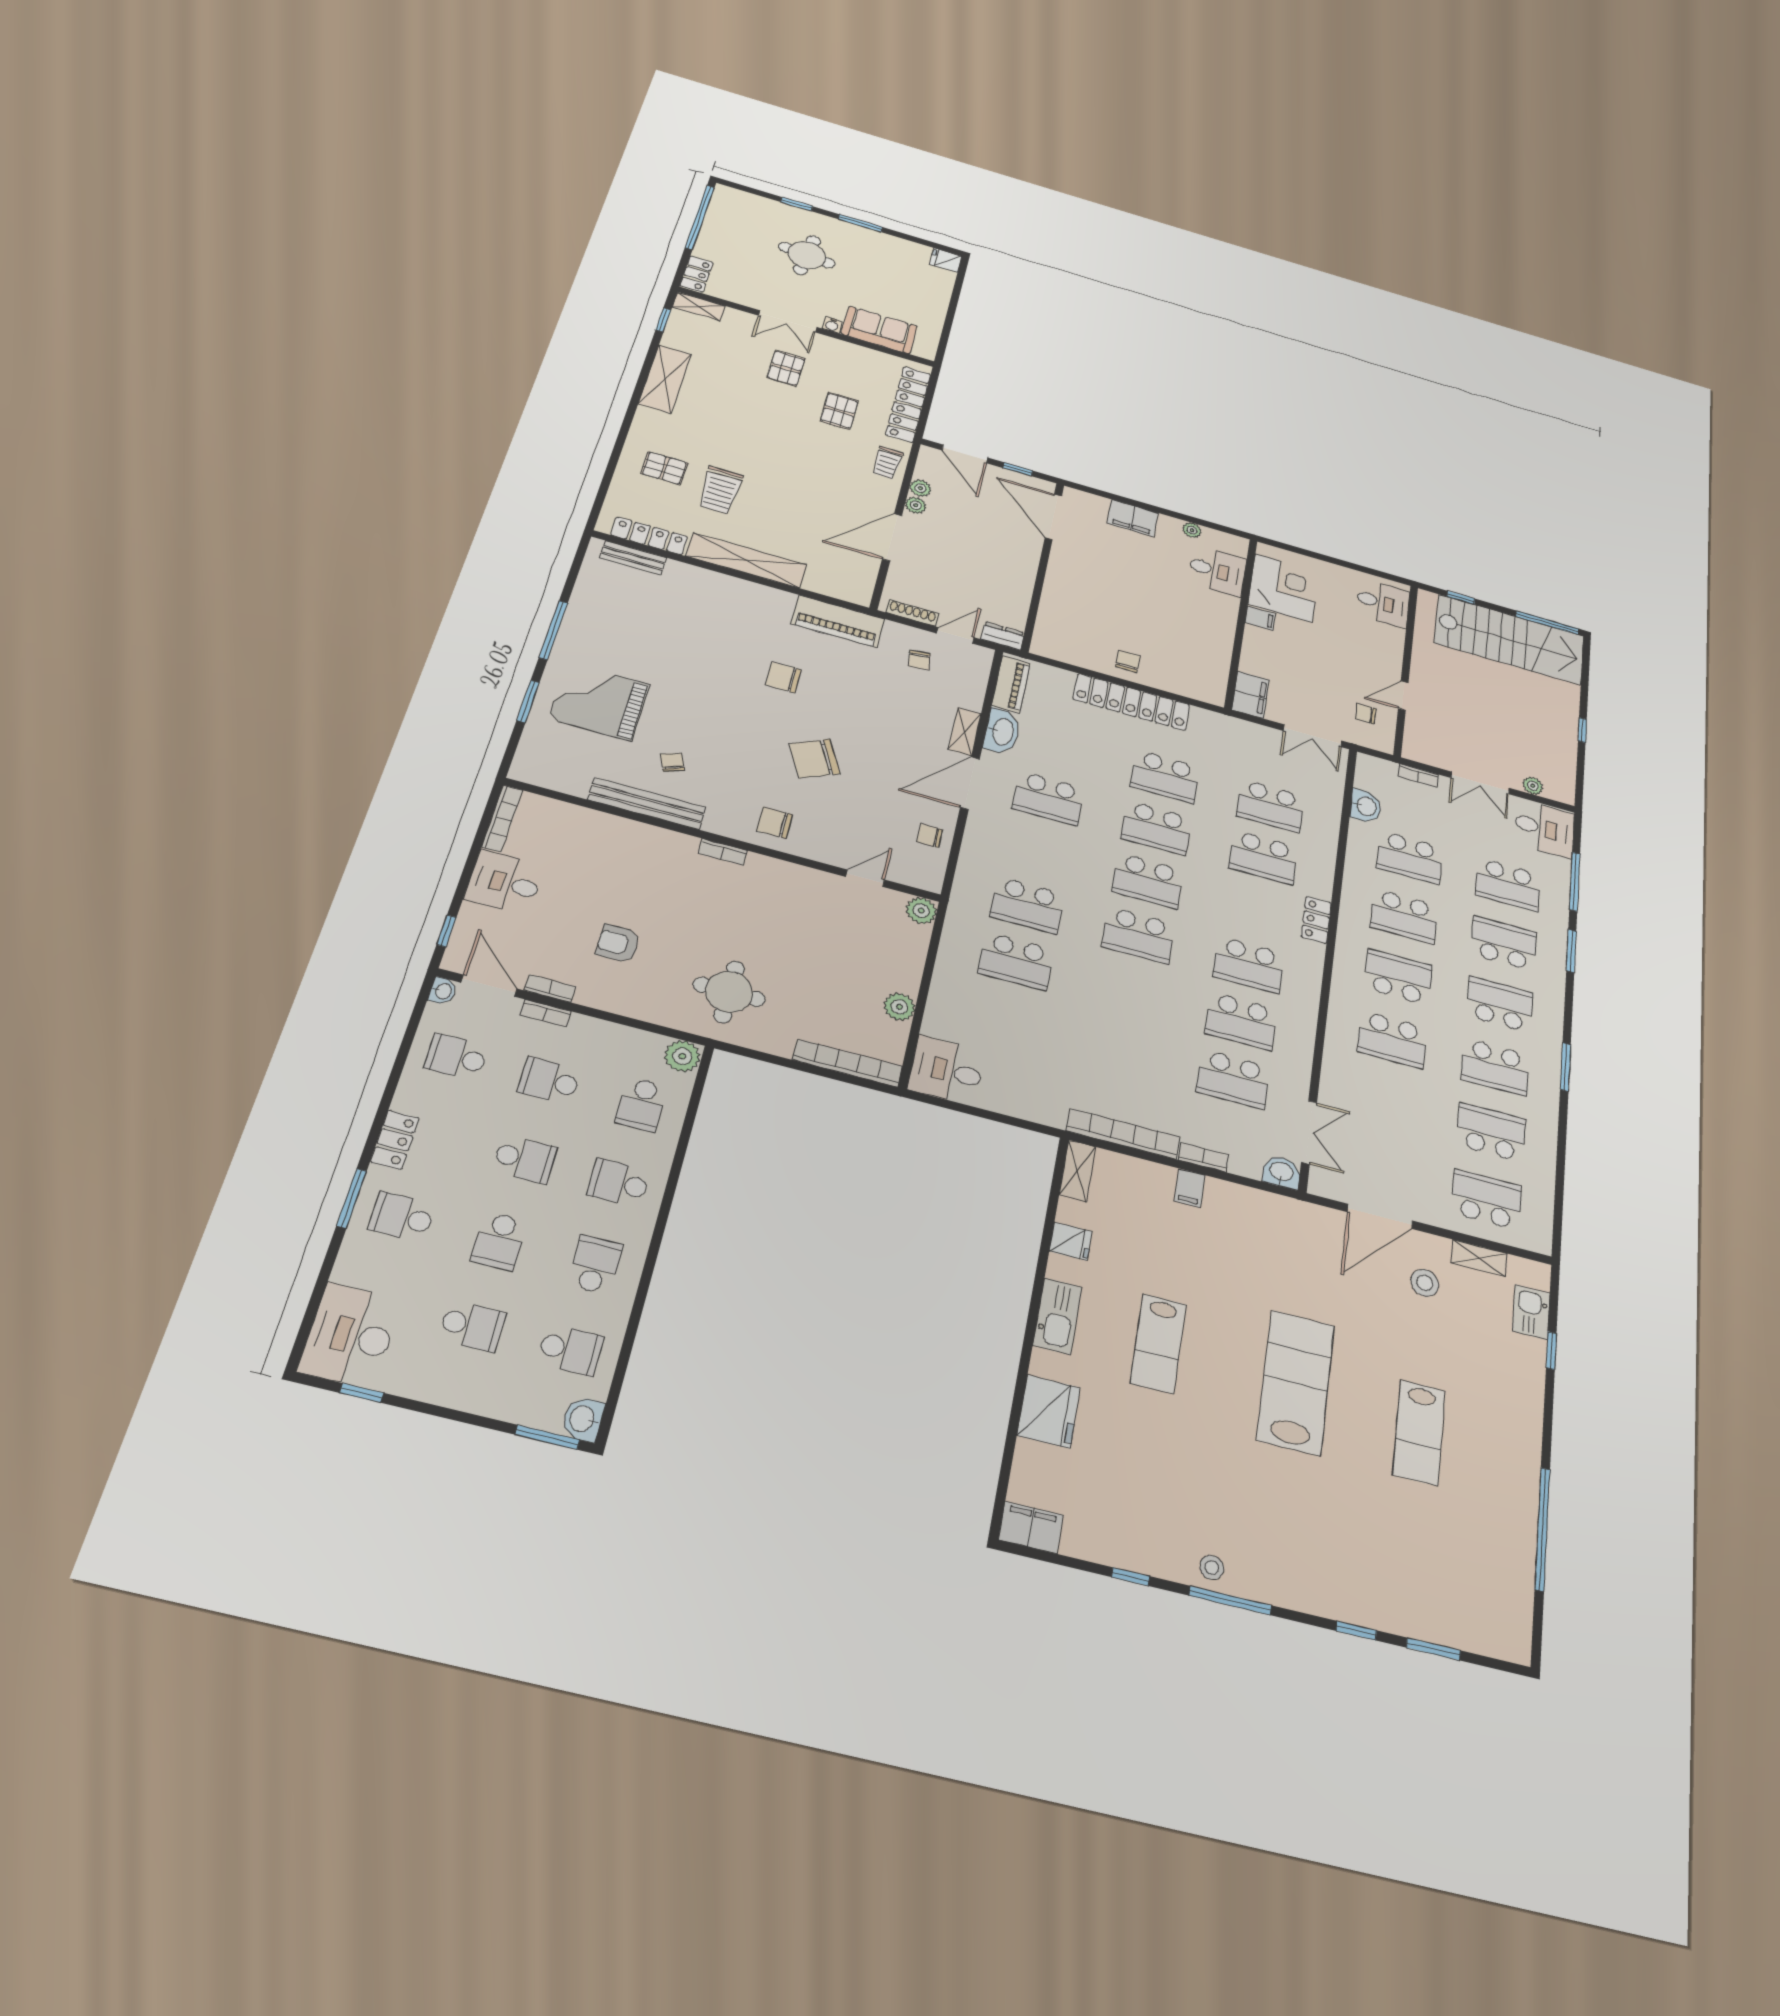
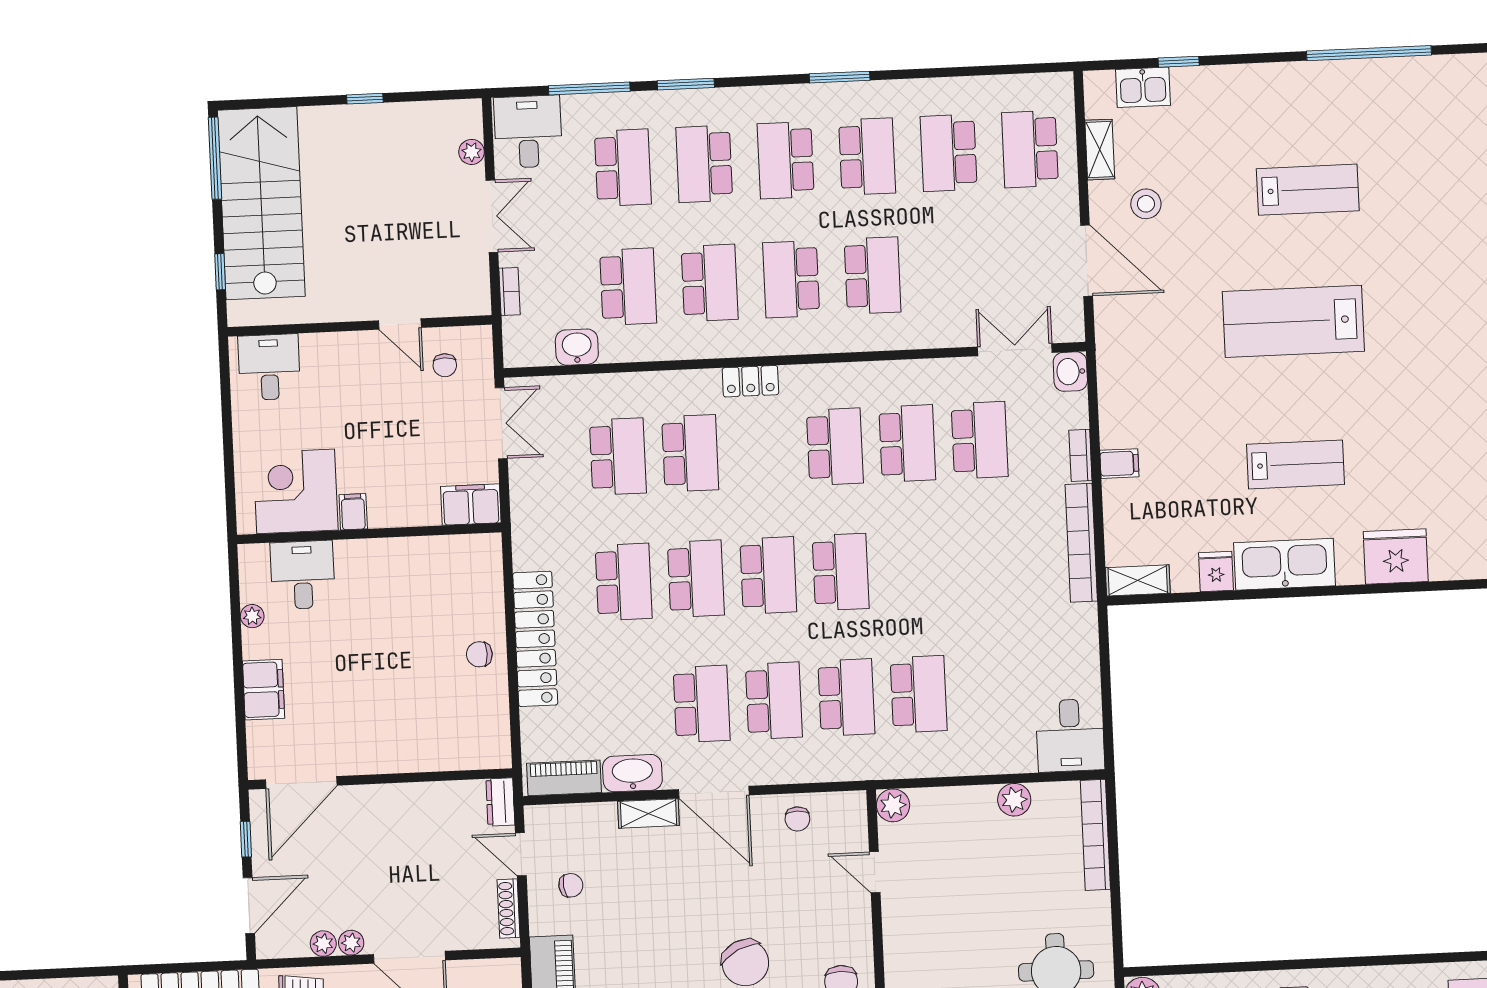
school desk: (1038, 851) -> (774, 701), added
kitchen sink: (1057, 1316) -> (1284, 564), width x1.36, depth x1.24

